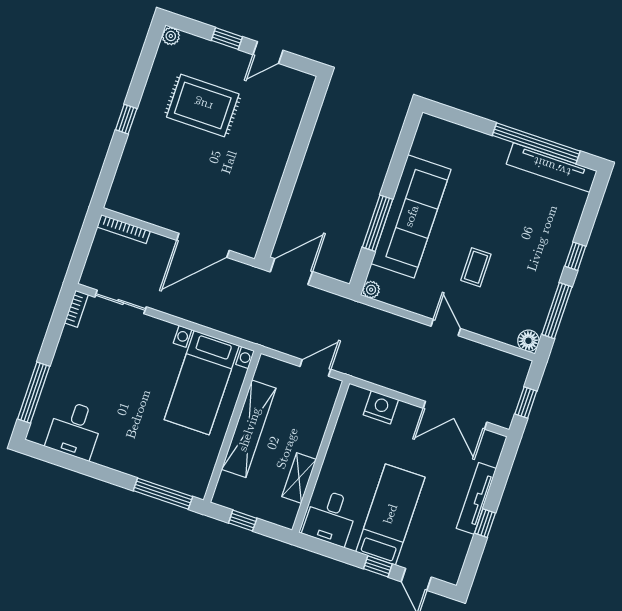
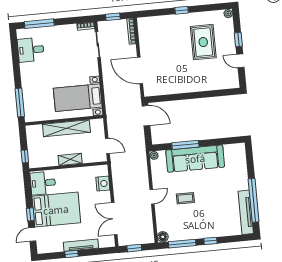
window: (81, 251) -> (113, 17), added
shelving: (299, 478) -> (70, 159), moved
bed: (390, 514) -> (56, 210), width x1.50
window: (243, 521) -> (25, 156), moved

